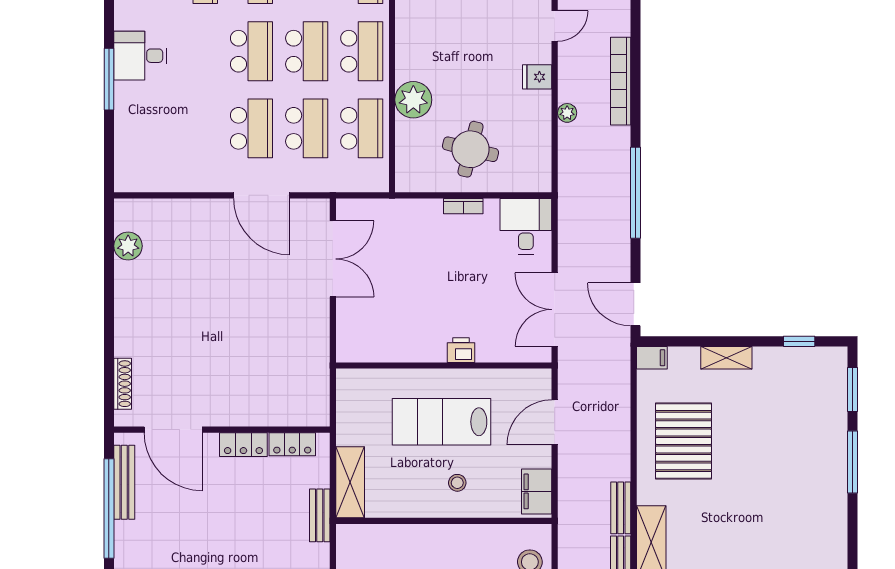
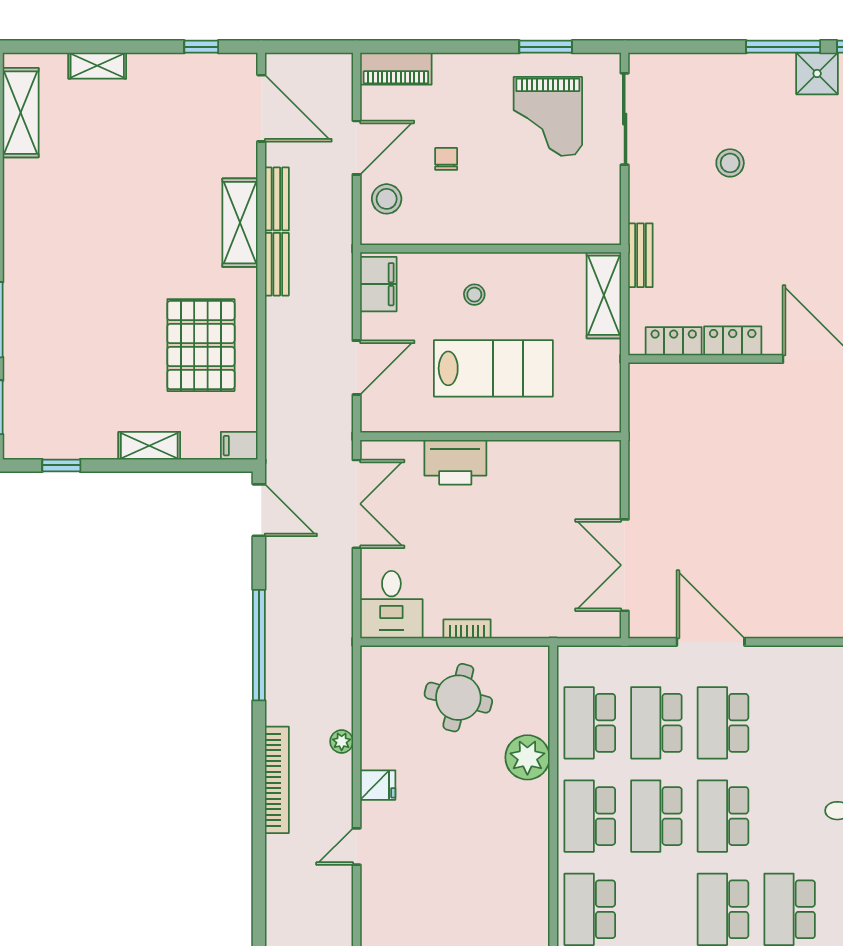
printer: (461, 350) -> (455, 462), width x1.87, depth x1.48

